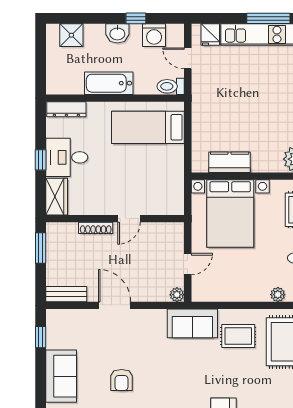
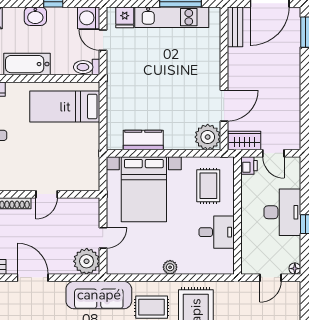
washing machine: (154, 35) -> (89, 18), moved, turned 90
plant: (177, 295) -> (87, 261), width x1.87, depth x1.87
plant: (278, 295) -> (170, 267), moved
sofa: (192, 323) -> (99, 295), width x1.36

